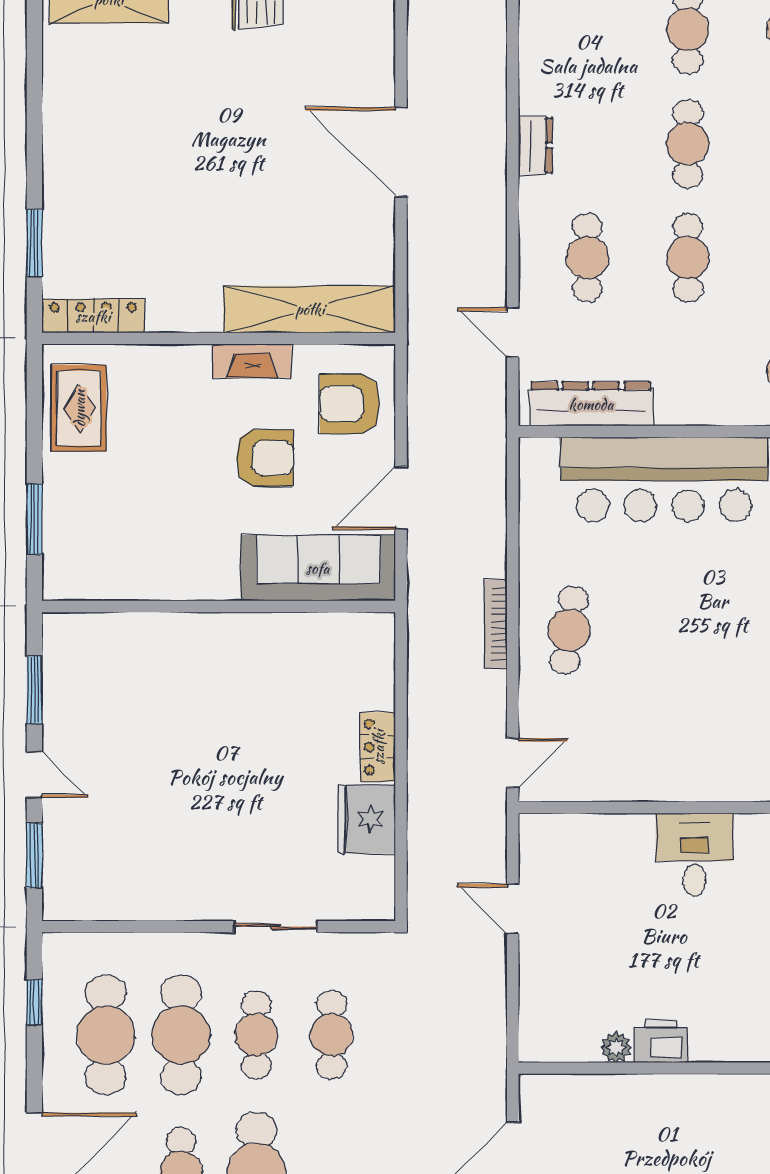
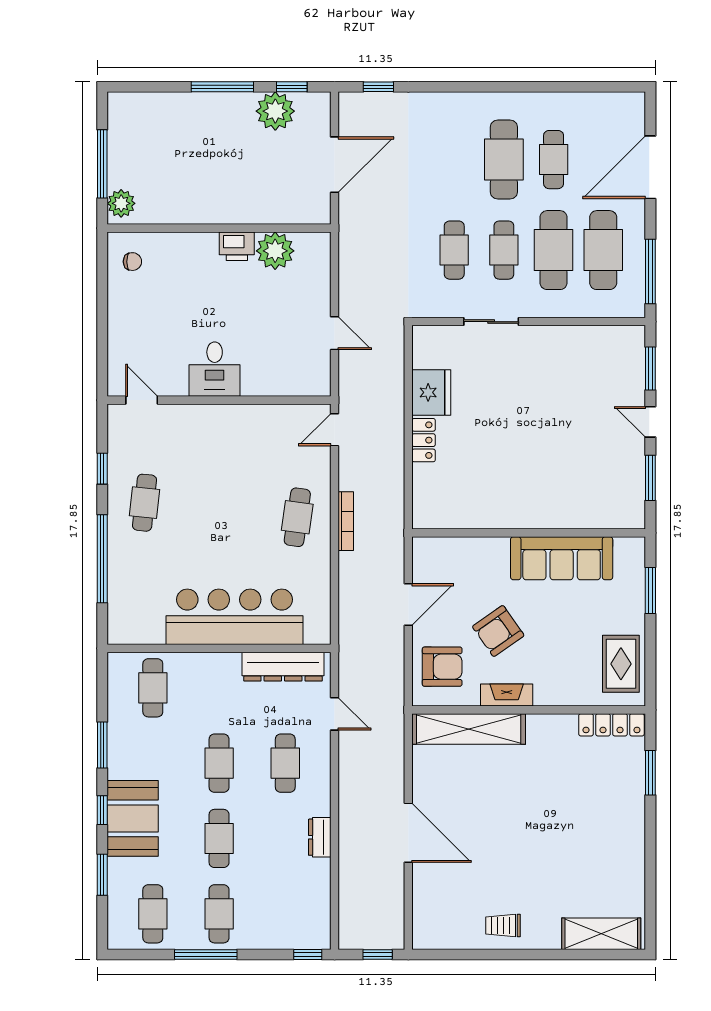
armchair: (265, 458) -> (498, 631), turned -35
sofa: (318, 568) -> (562, 558), moved
window: (34, 1002) -> (650, 272), width x2.17
plant: (616, 1047) -> (275, 251), width x1.88, depth x1.88

